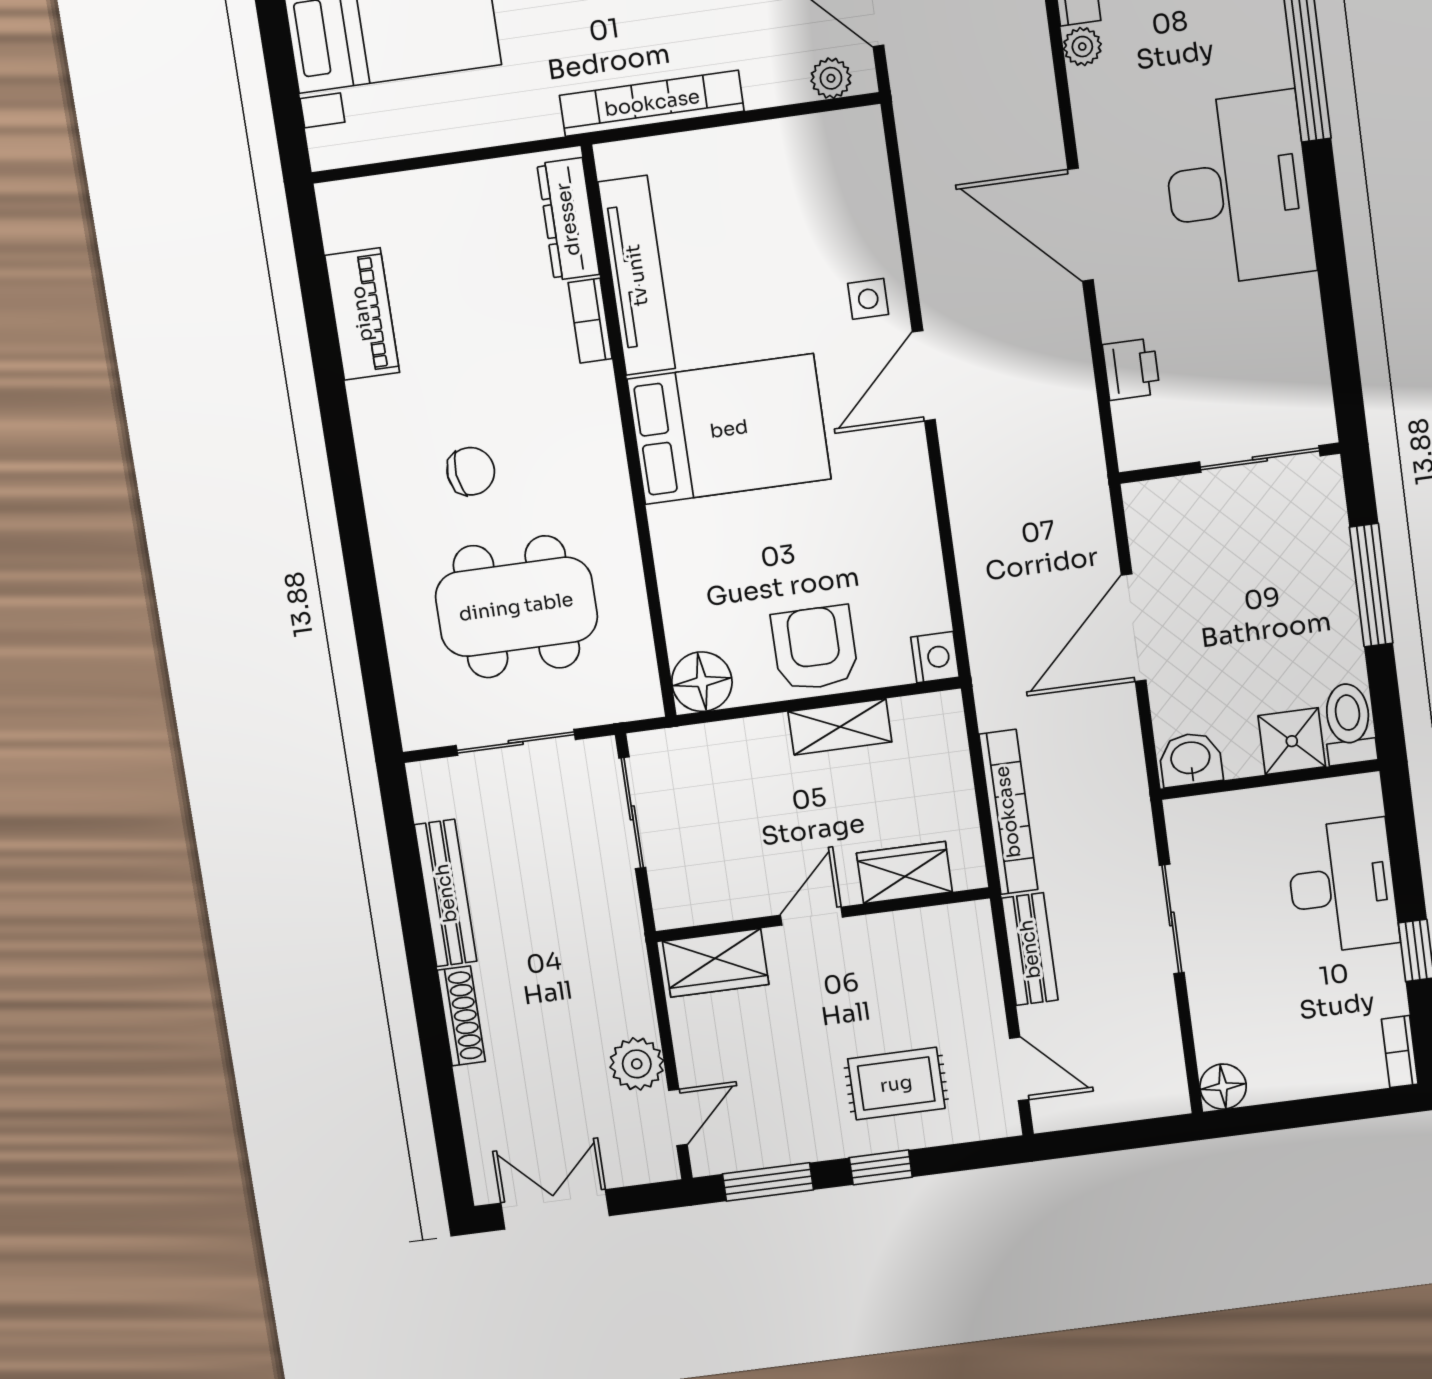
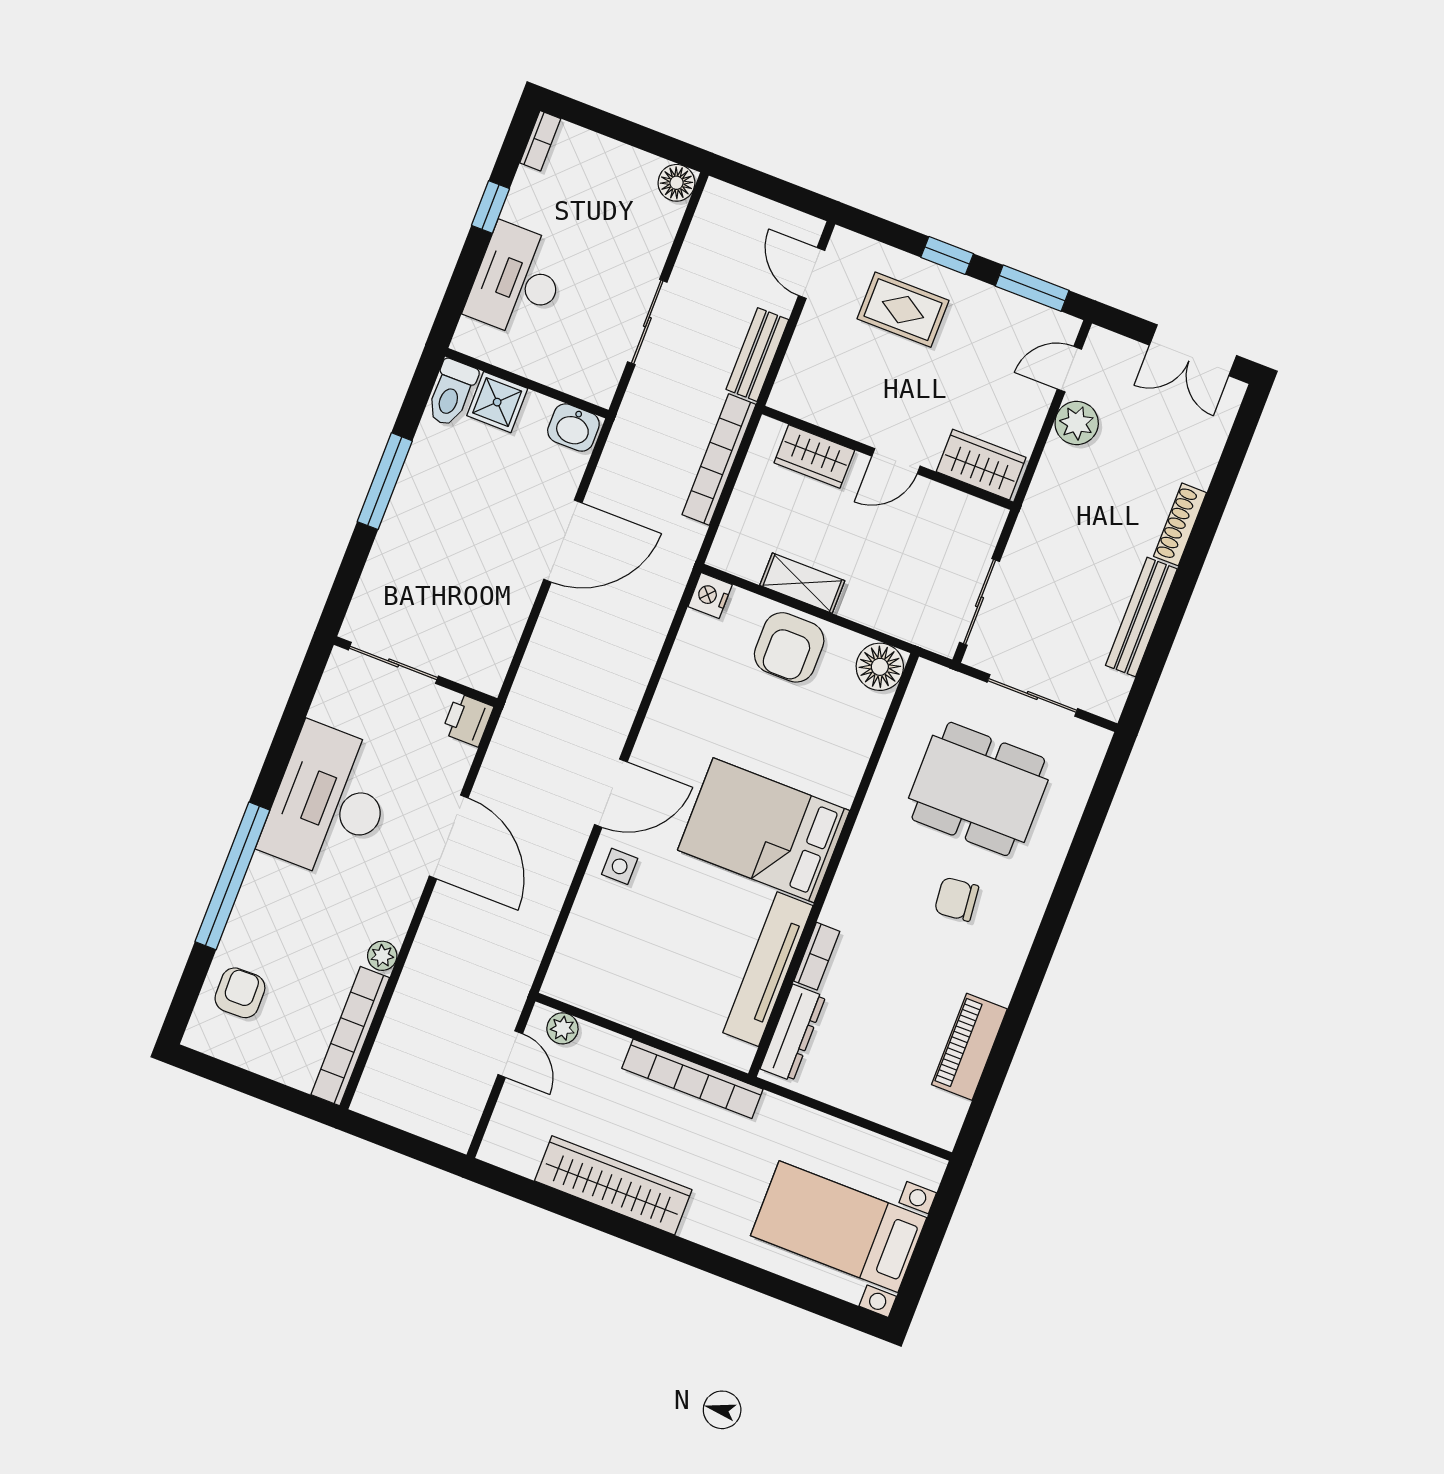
sliding door: (1260, 459) -> (393, 663), moved
wall: (1230, 463) -> (416, 671), moved

